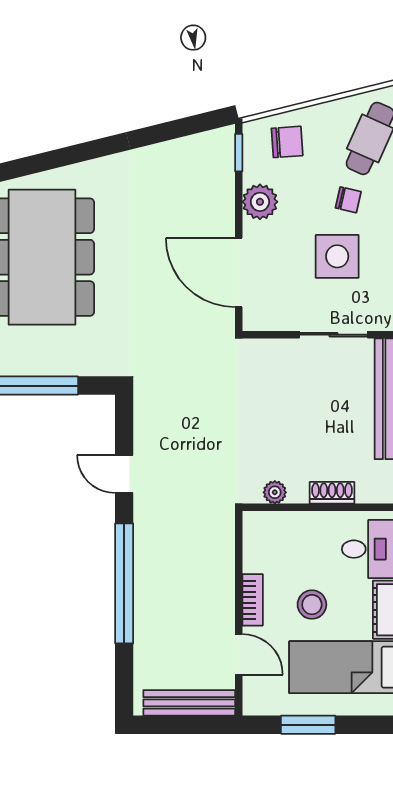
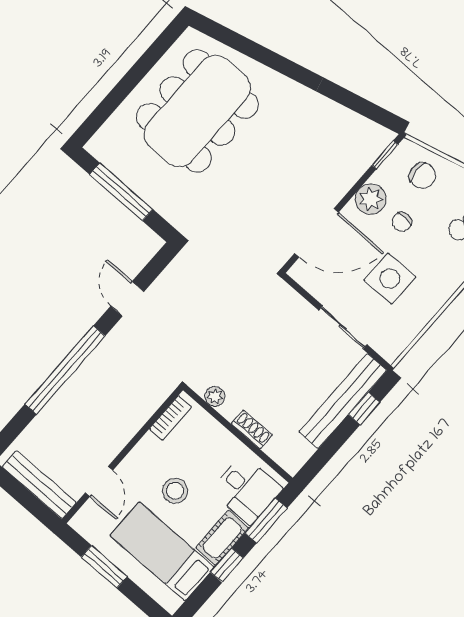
chair: (348, 200) -> (402, 222), moved, turned 77
door: (239, 272) -> (317, 233), swing flipped
bookcase: (253, 600) -> (171, 418), moved

